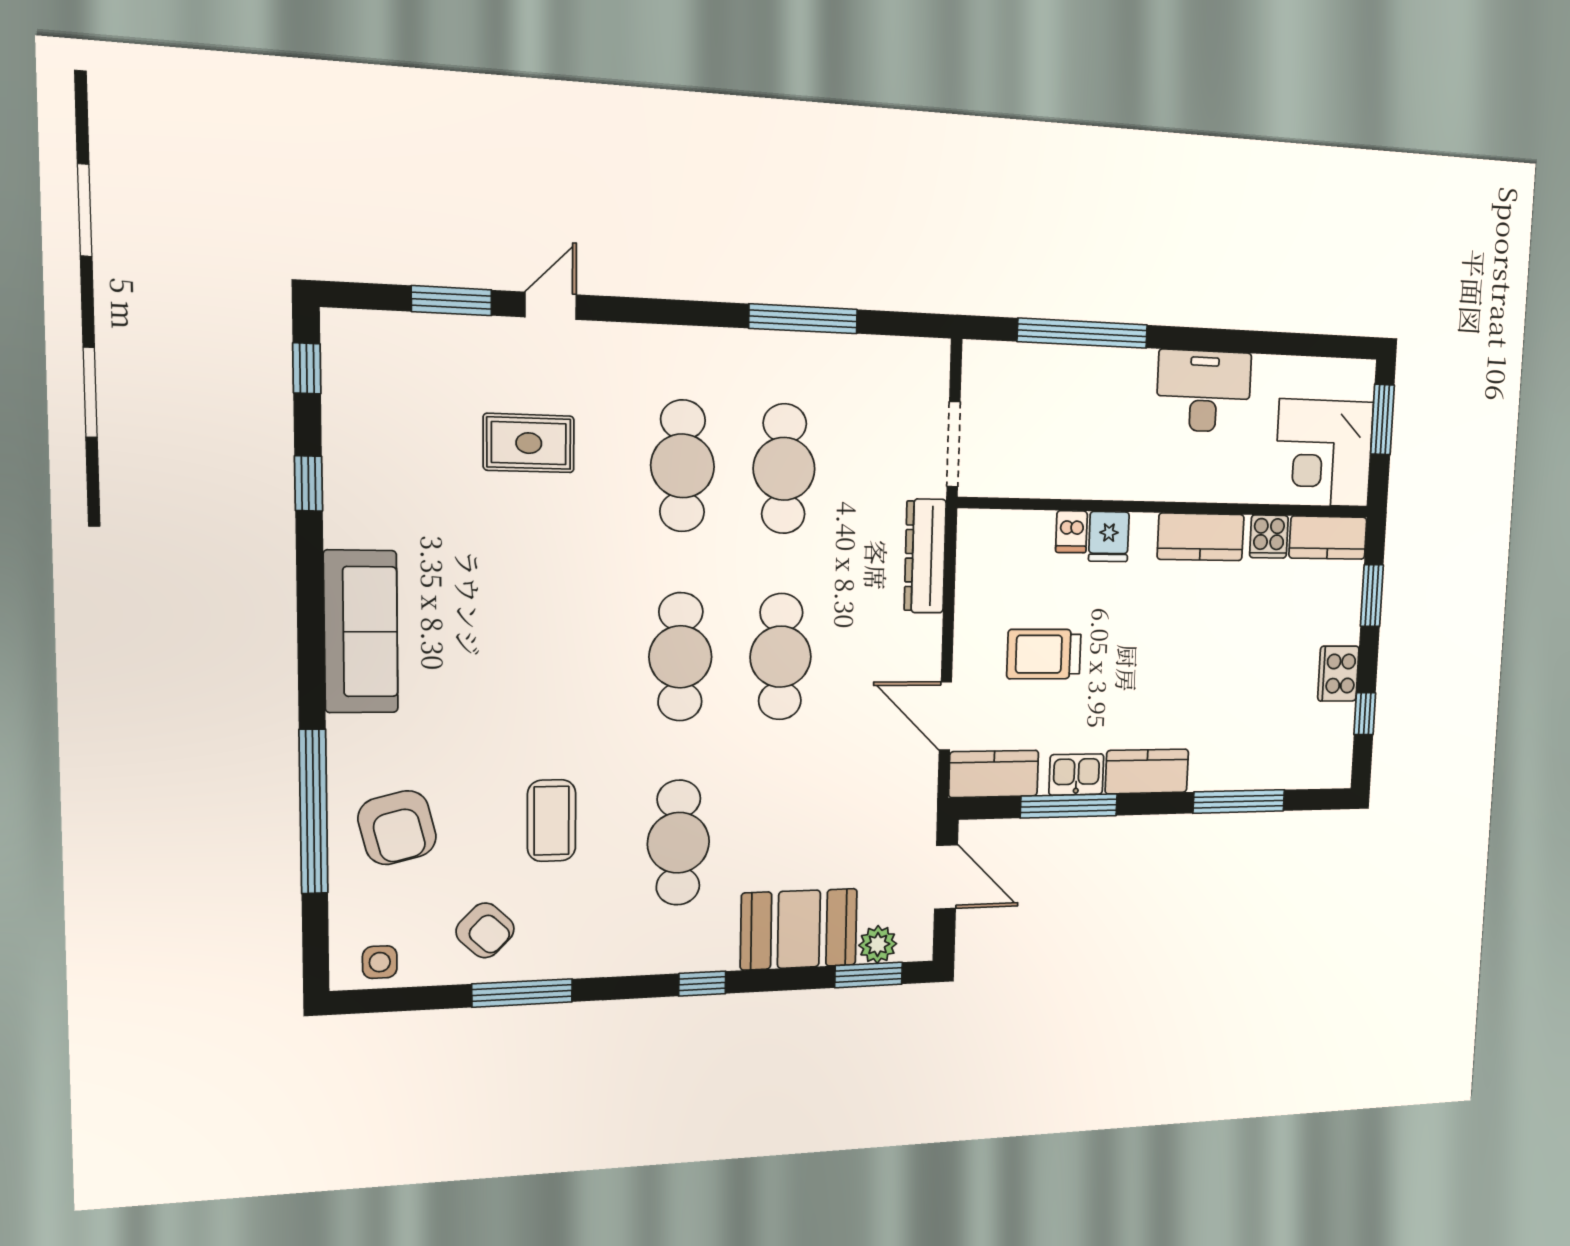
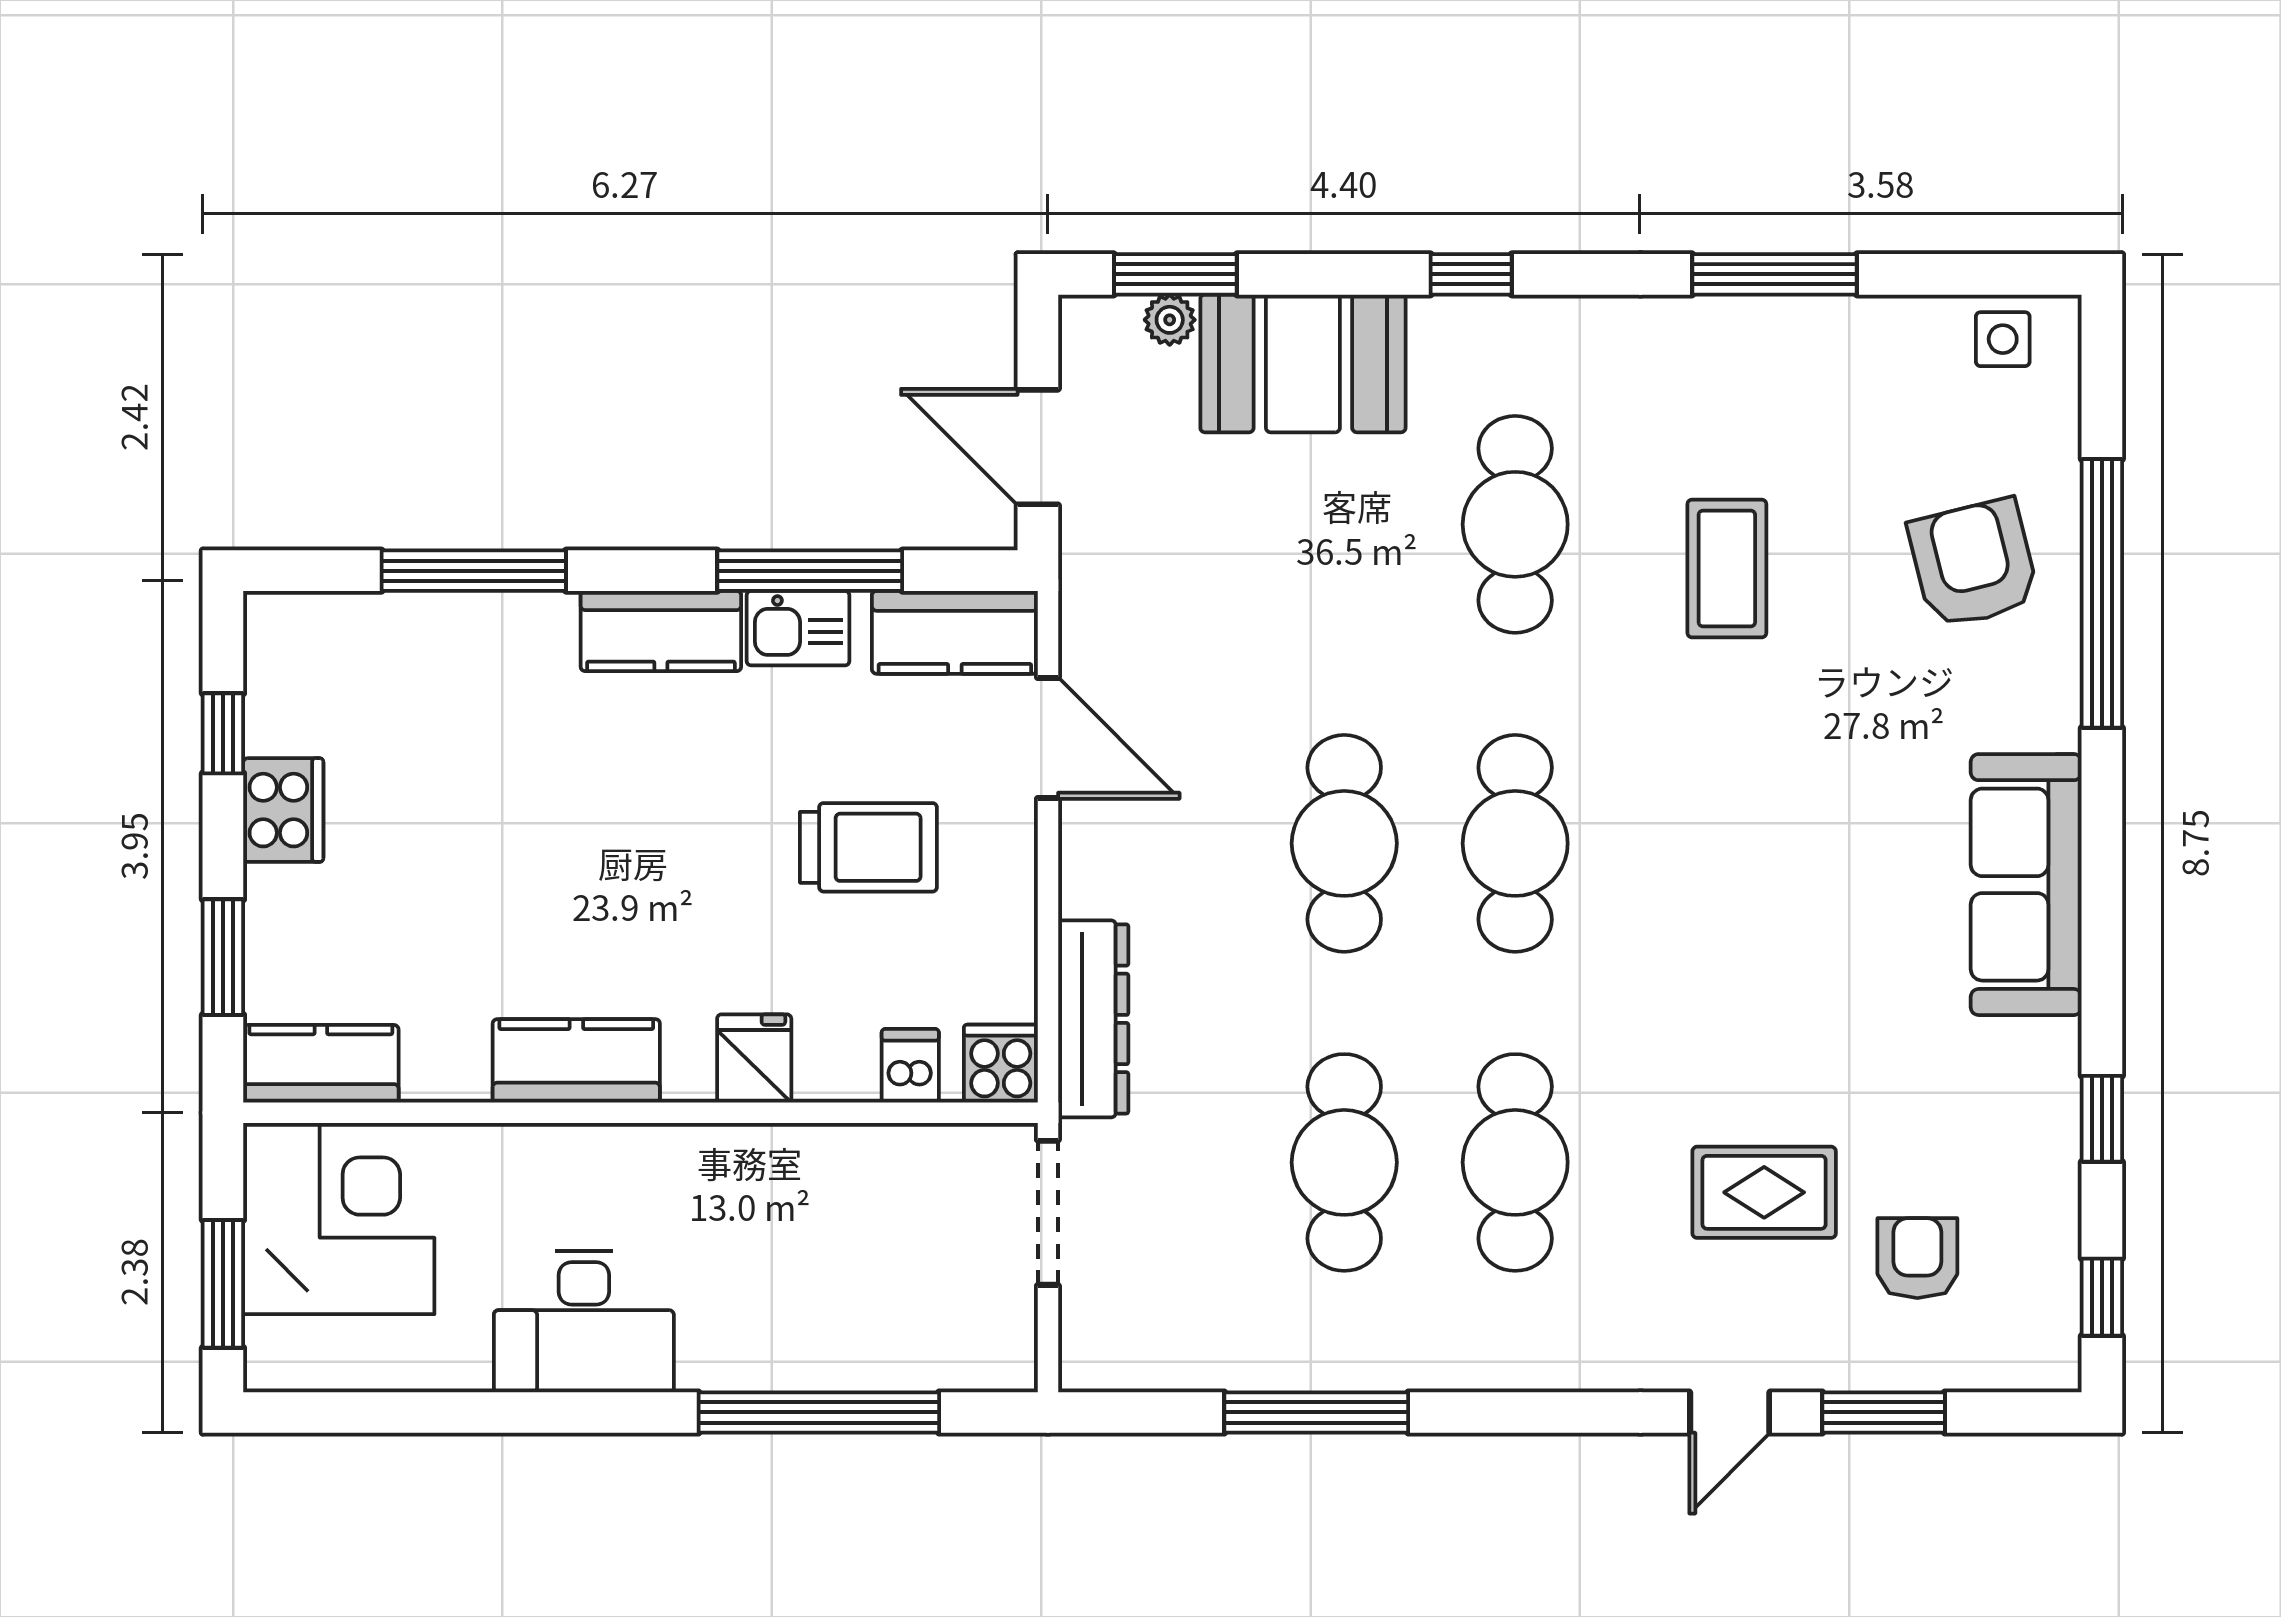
dishwasher: (1072, 532) -> (910, 1066), moved
cooker: (1269, 537) -> (1001, 1064), moved
armchair: (485, 930) -> (1917, 1258), moved, turned 46
plant: (878, 944) -> (1170, 320), width x0.73, depth x0.73

